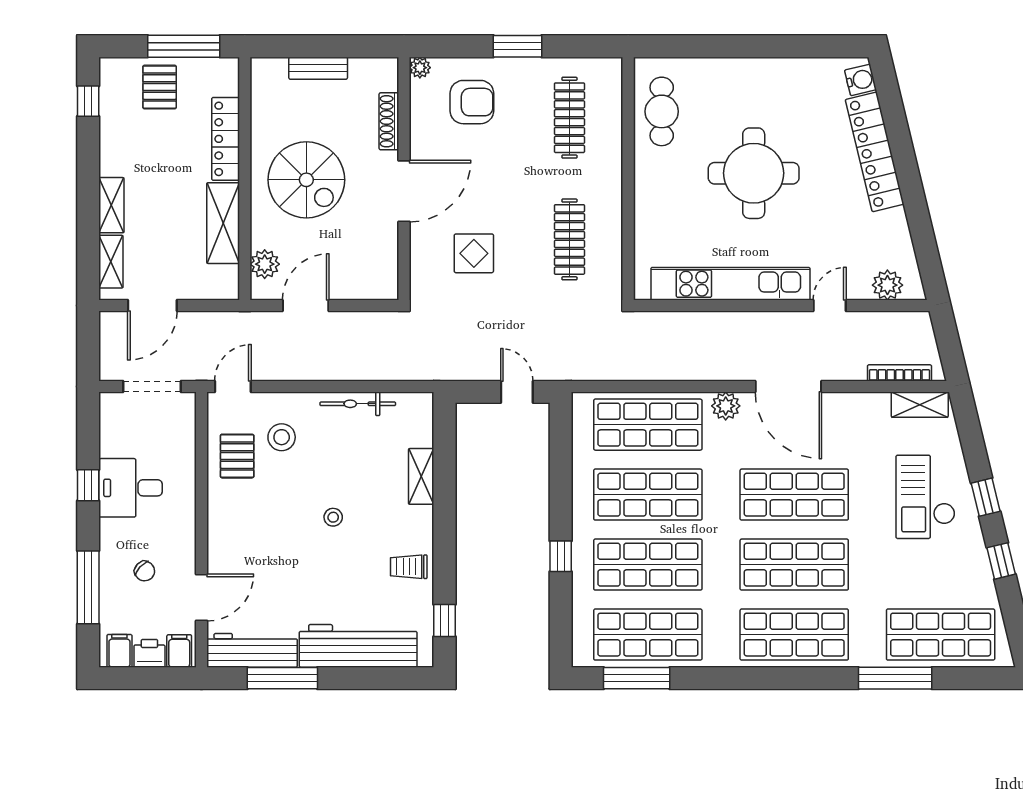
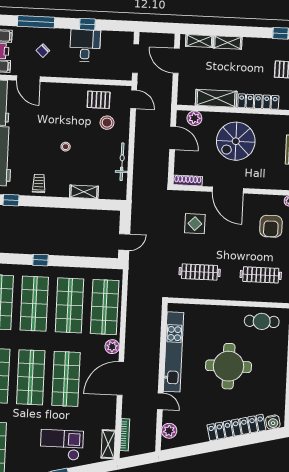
shoe rack: (389, 121) -> (188, 180), moved

